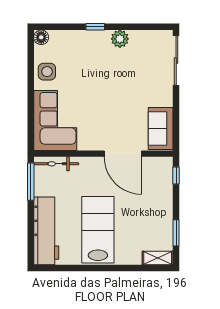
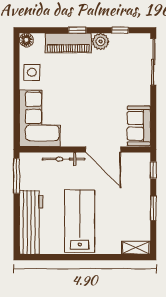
window: (141, 27) -> (120, 30), added
piano: (86, 40) -> (68, 43), added
bicycle: (56, 164) -> (64, 159), moved
window: (176, 233) -> (153, 208), moved

